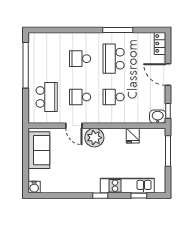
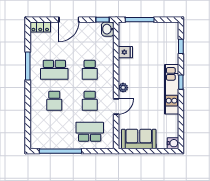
plant: (94, 138) -> (123, 88), width x0.53, depth x0.53
kitchen unit: (127, 186) -> (172, 89), moved

